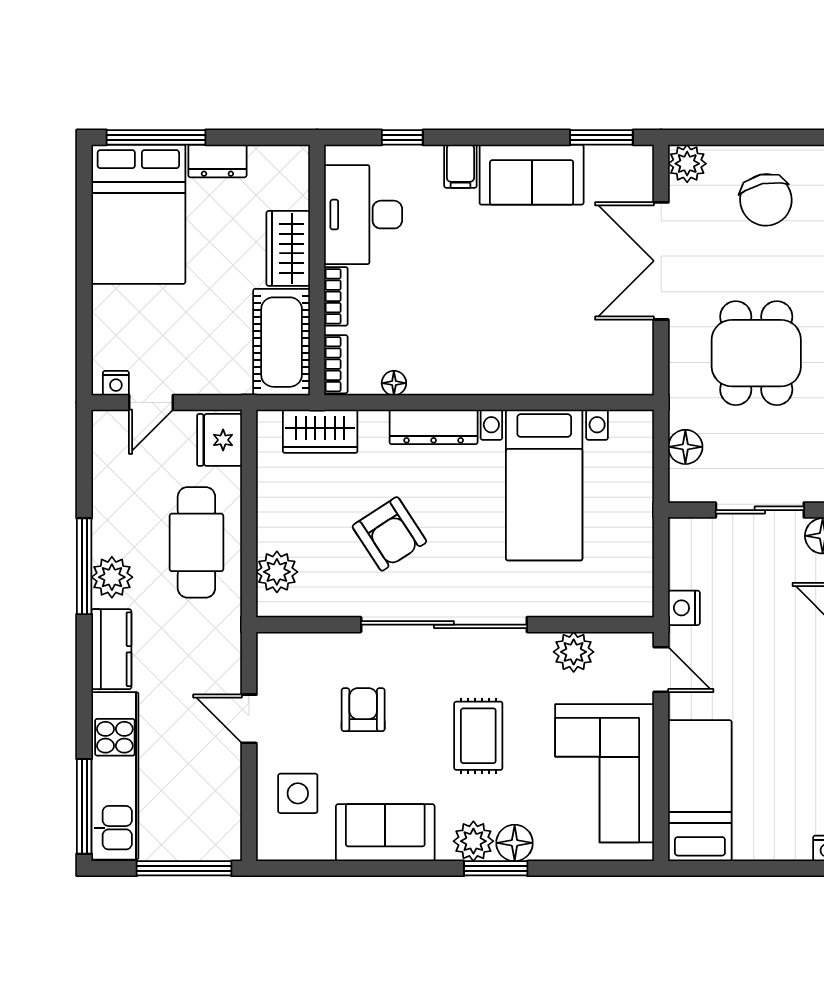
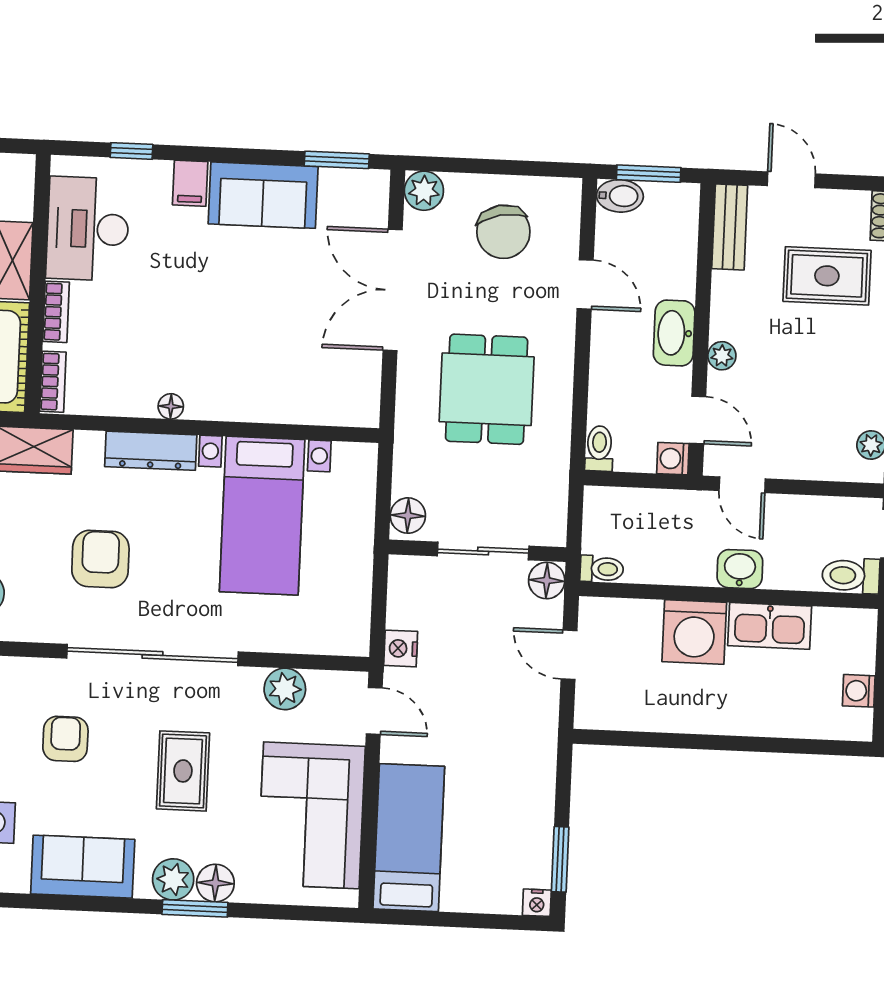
floor lamp: (394, 383) -> (171, 406), moved
floor lamp: (685, 447) -> (408, 516), moved
armchair: (389, 534) -> (100, 559), turned -147

